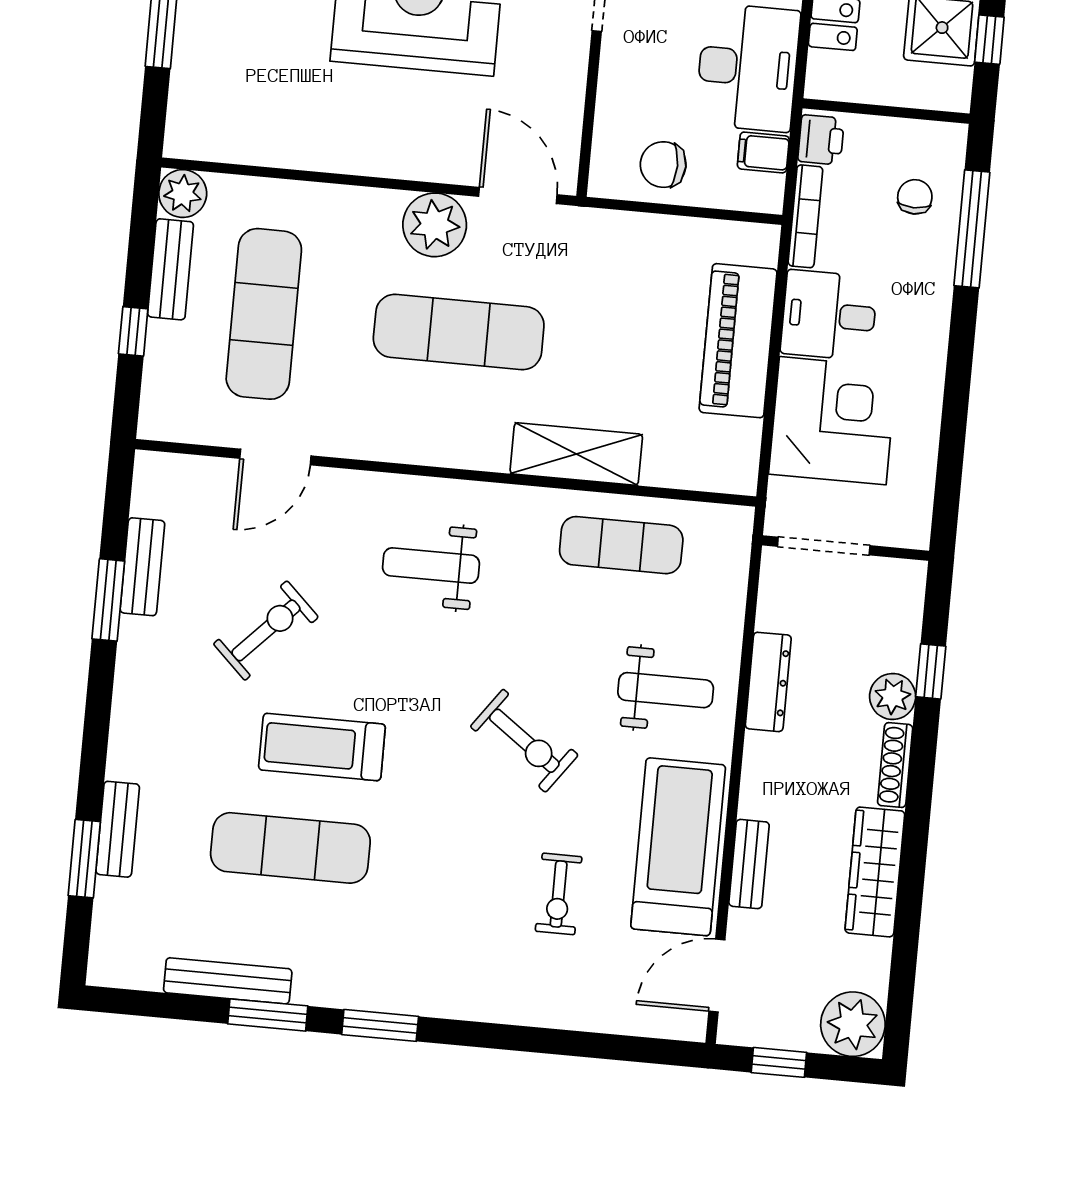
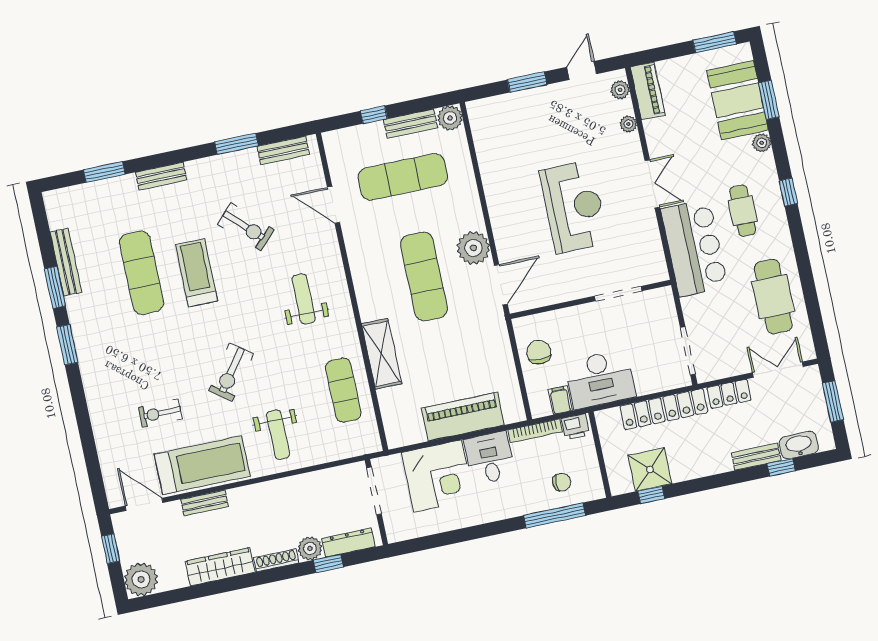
bench: (142, 567) -> (283, 150), moved
dresser: (768, 682) -> (348, 542), moved, turned 180
bench: (118, 829) -> (161, 176), moved

